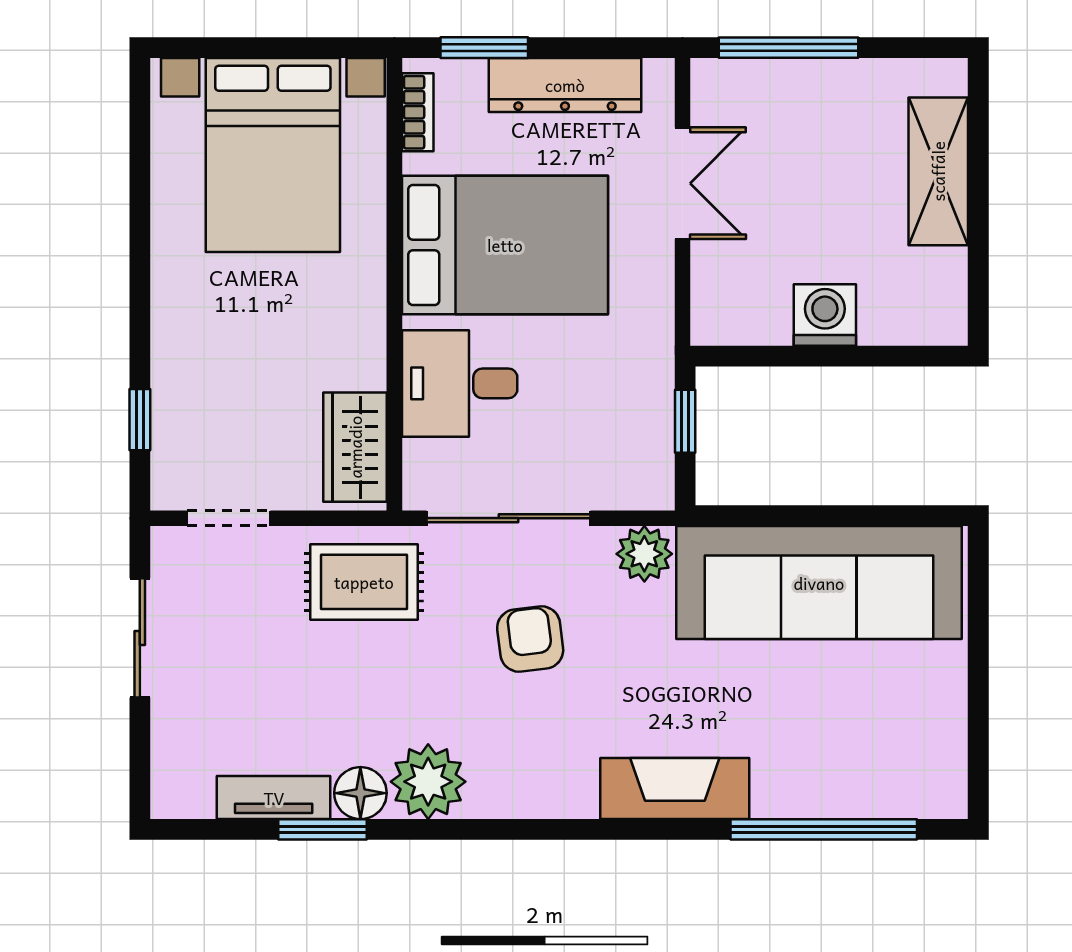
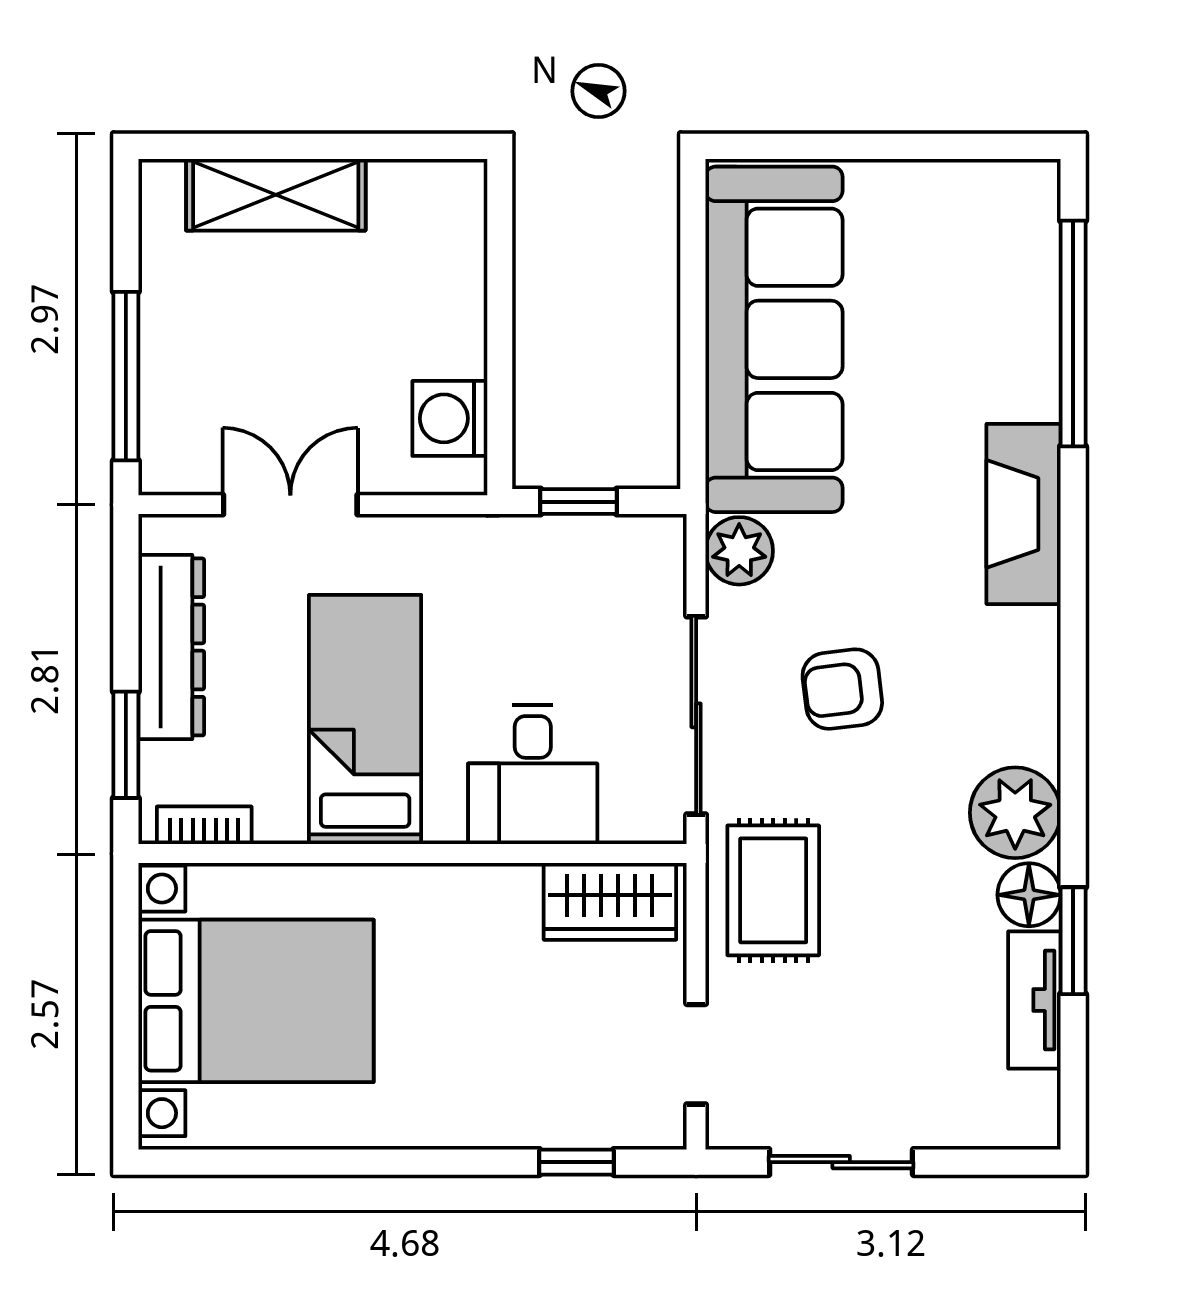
bed: (505, 245) -> (365, 720), width x0.67
washing machine: (825, 315) -> (450, 418), moved

